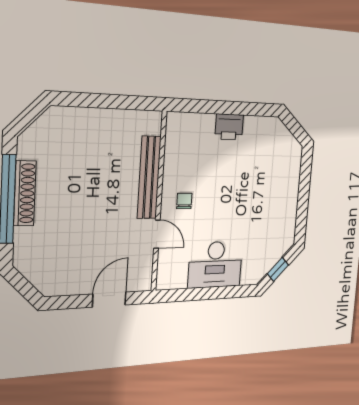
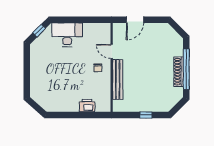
window: (98, 101) -> (146, 115), added
printer: (229, 127) -> (87, 105), moved
desk: (215, 265) -> (67, 35), moved

